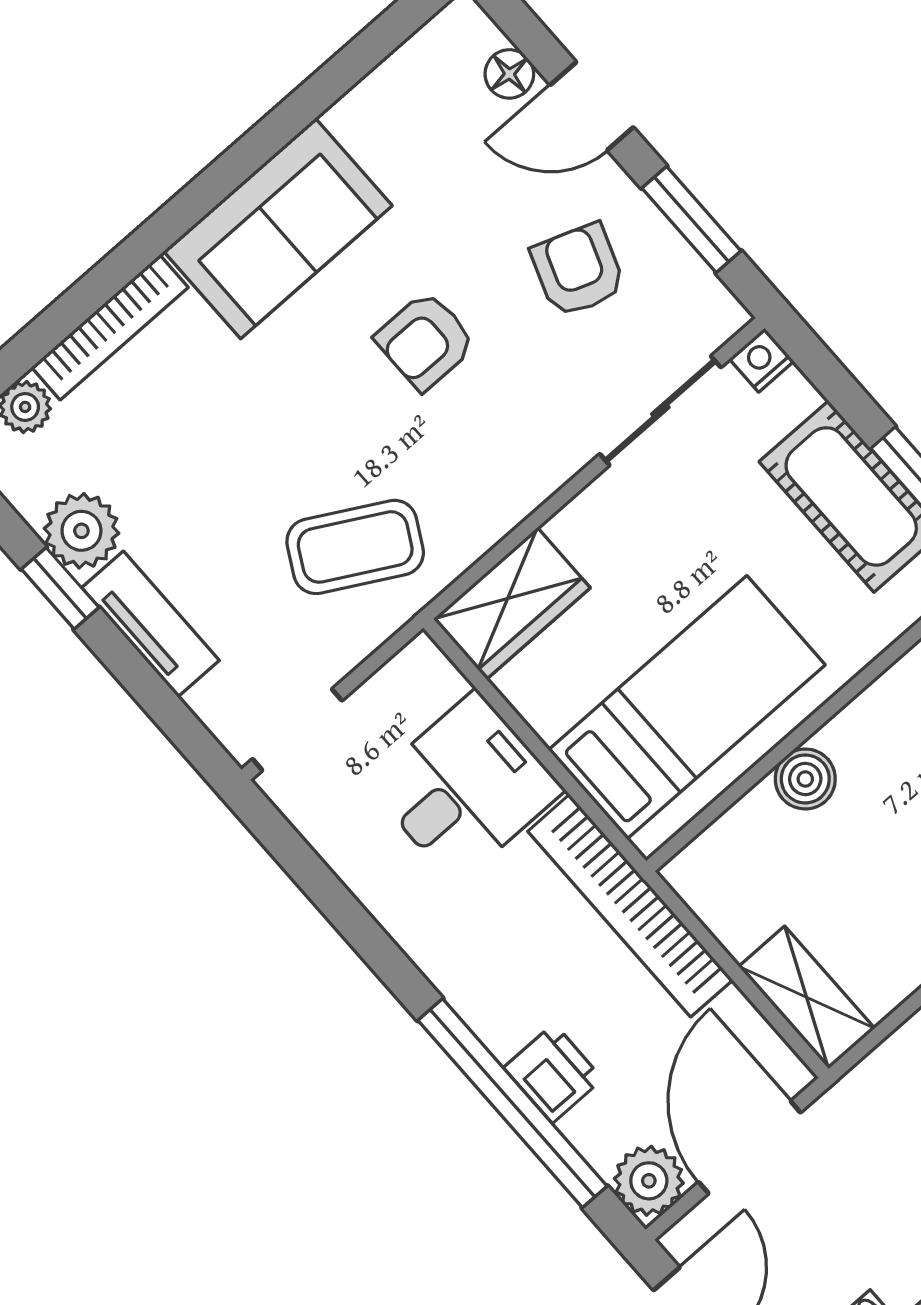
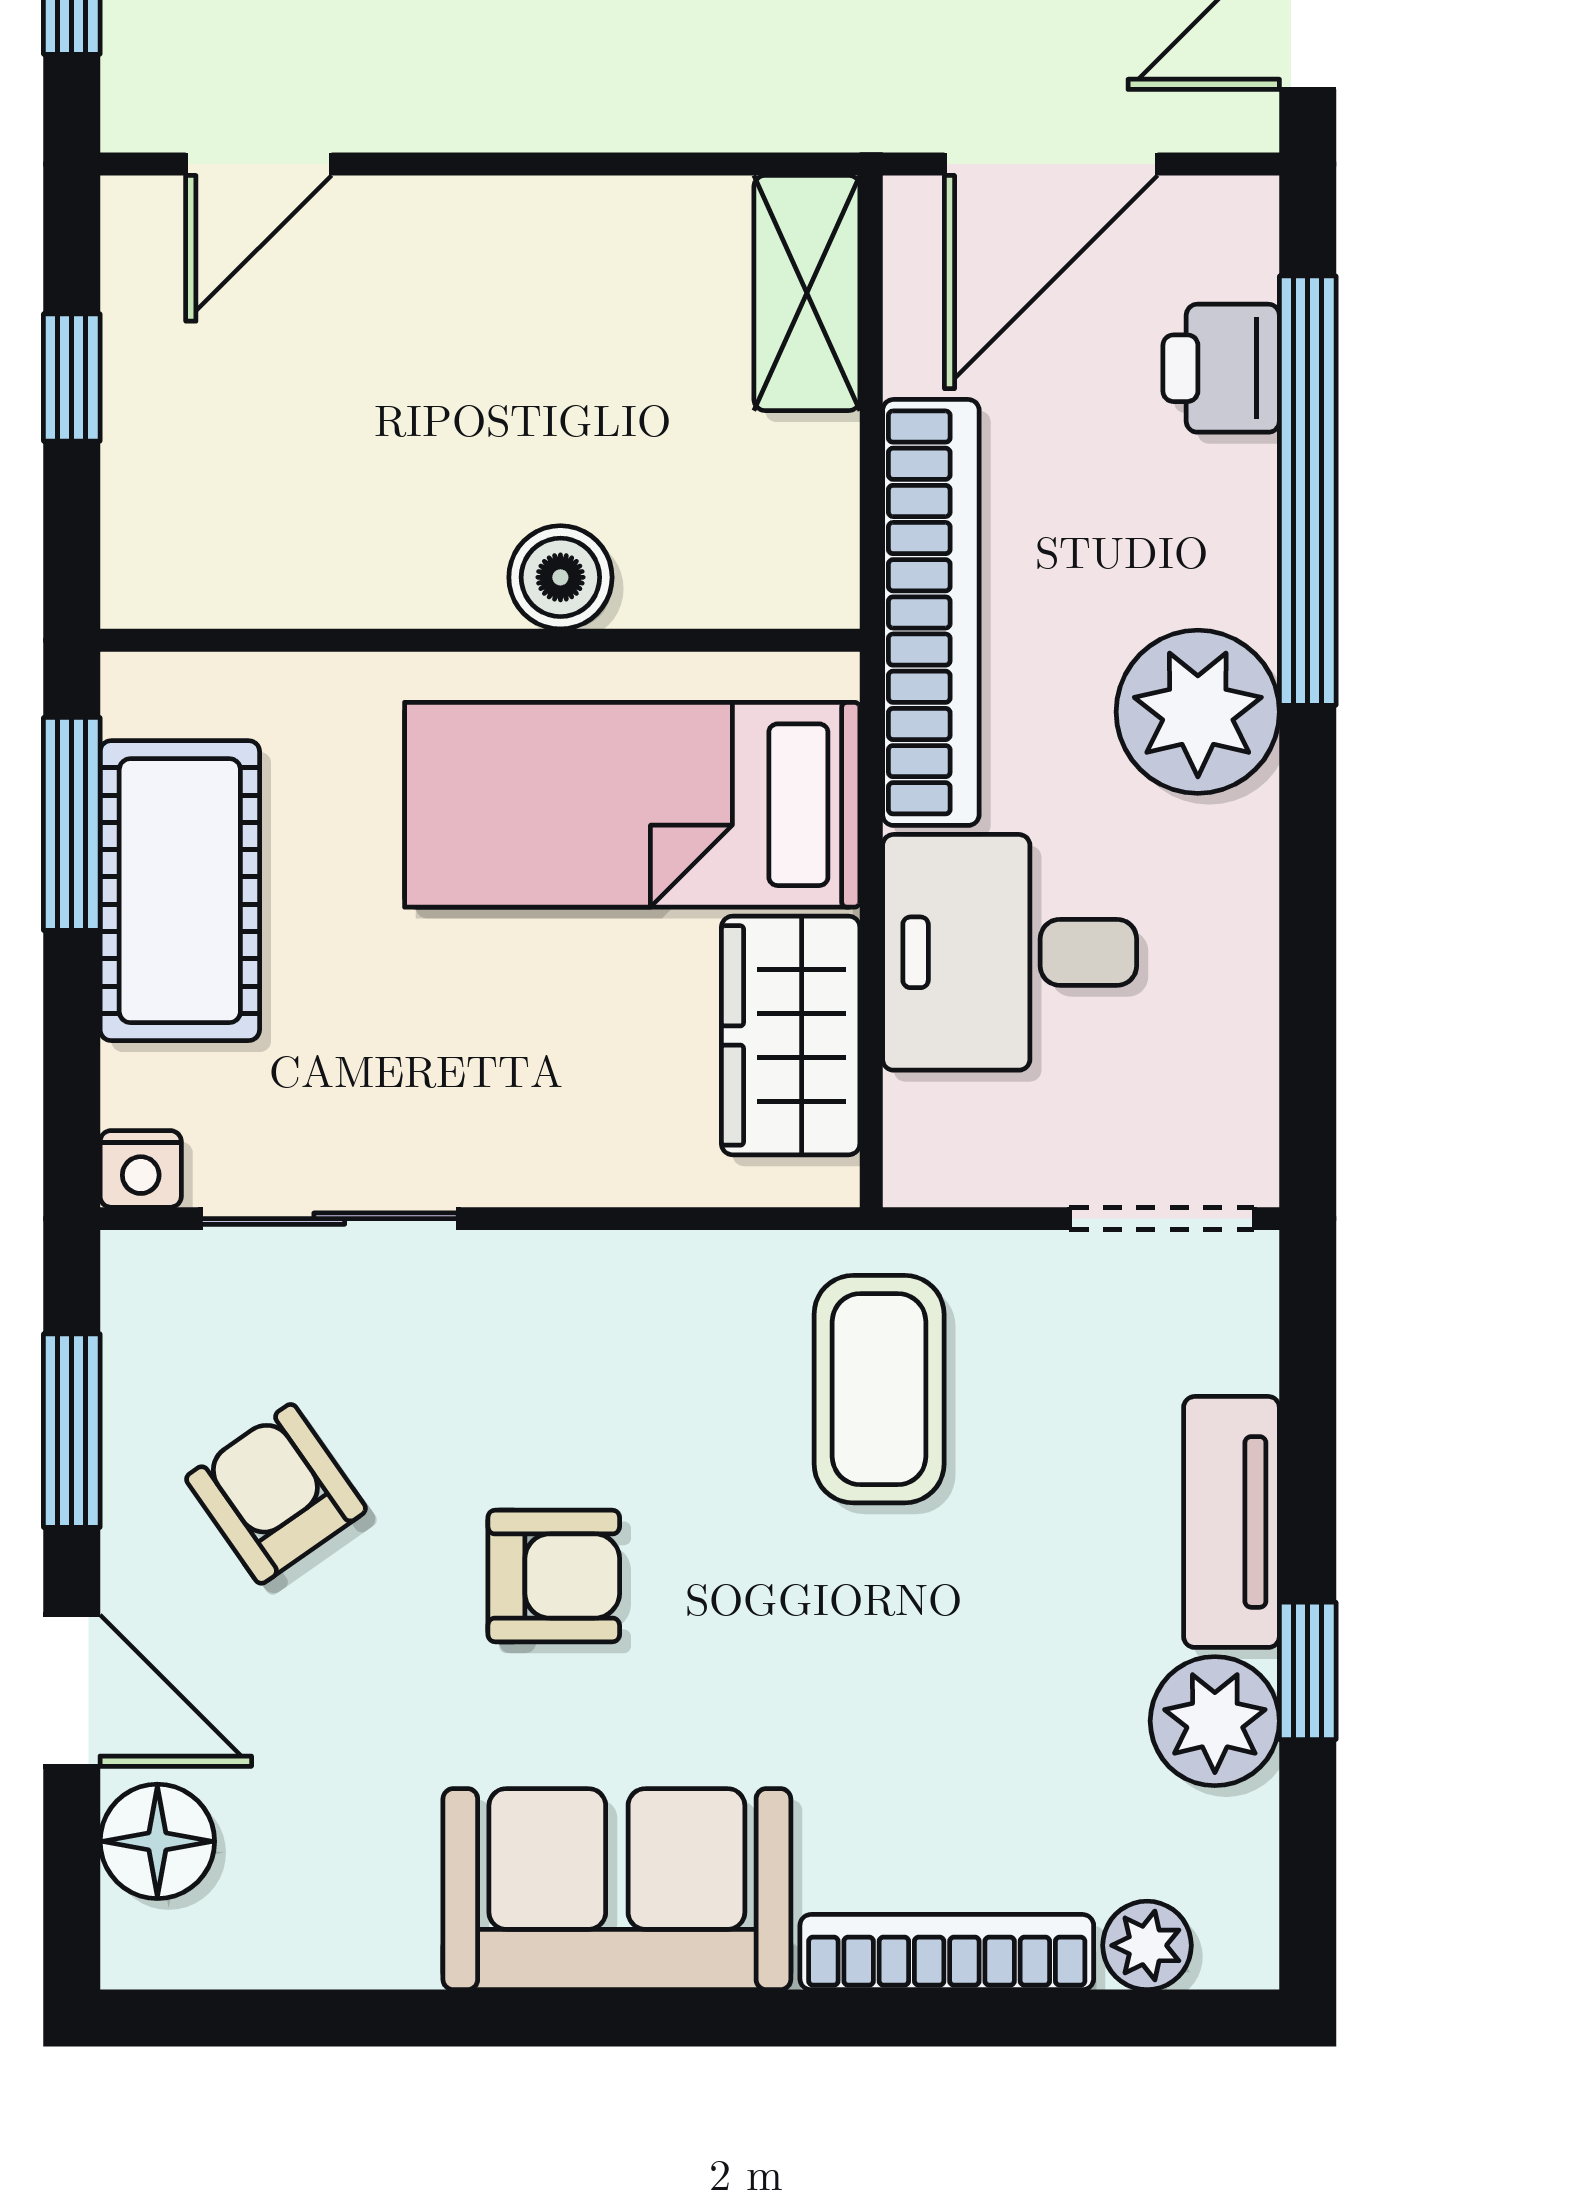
floor lamp: (509, 74) -> (157, 1841), width x1.37, depth x1.37
armchair: (578, 270) -> (276, 1494), turned 125
coffee table: (355, 547) -> (879, 1389), turned 61
wardrobe: (512, 603) -> (791, 1035), moved, turned -90
printer: (553, 1073) -> (1221, 368), moved
plant: (649, 1181) -> (1198, 712), moved, width x1.36, depth x1.36

